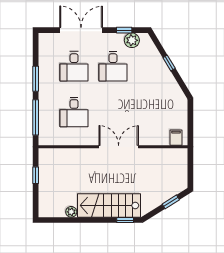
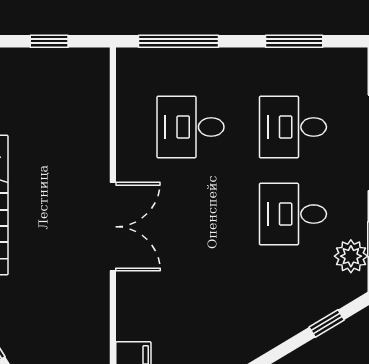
window: (169, 63) -> (327, 323), moved
window: (36, 79) -> (294, 41), moved

